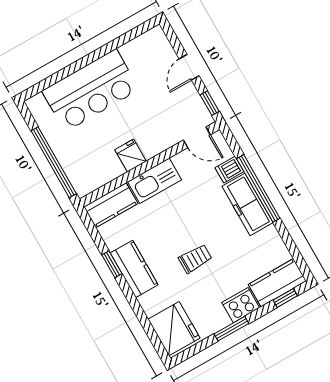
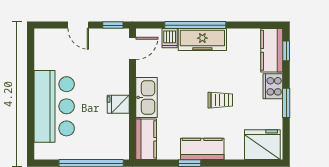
trolley: (195, 259) -> (220, 100), turned 90

